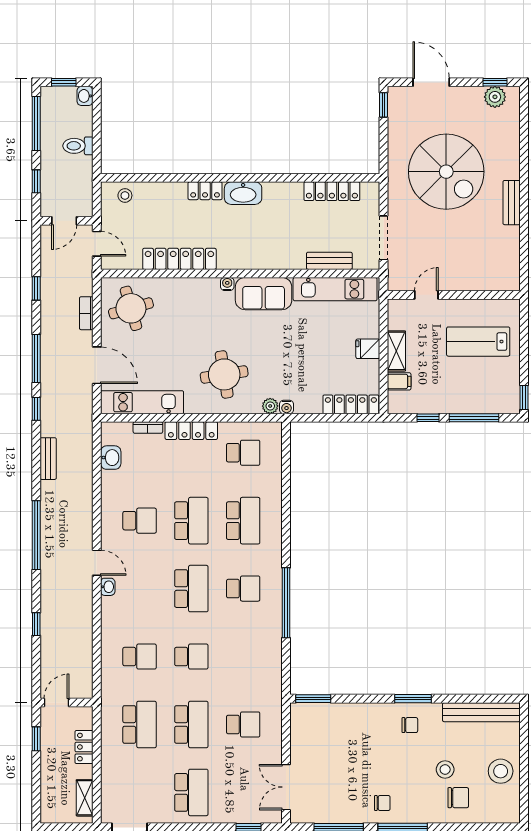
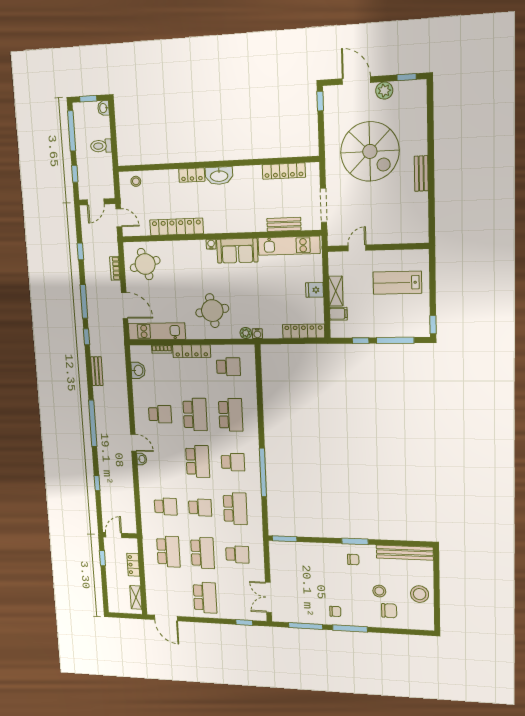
plant: (495, 97) -> (384, 91), moved
school desk: (243, 657) -> (235, 509), added

